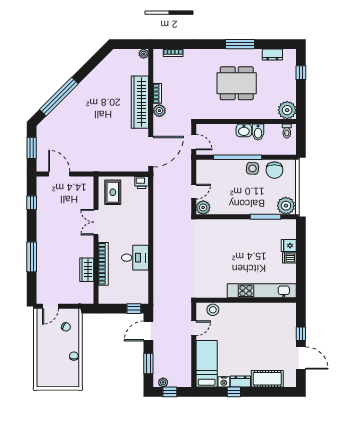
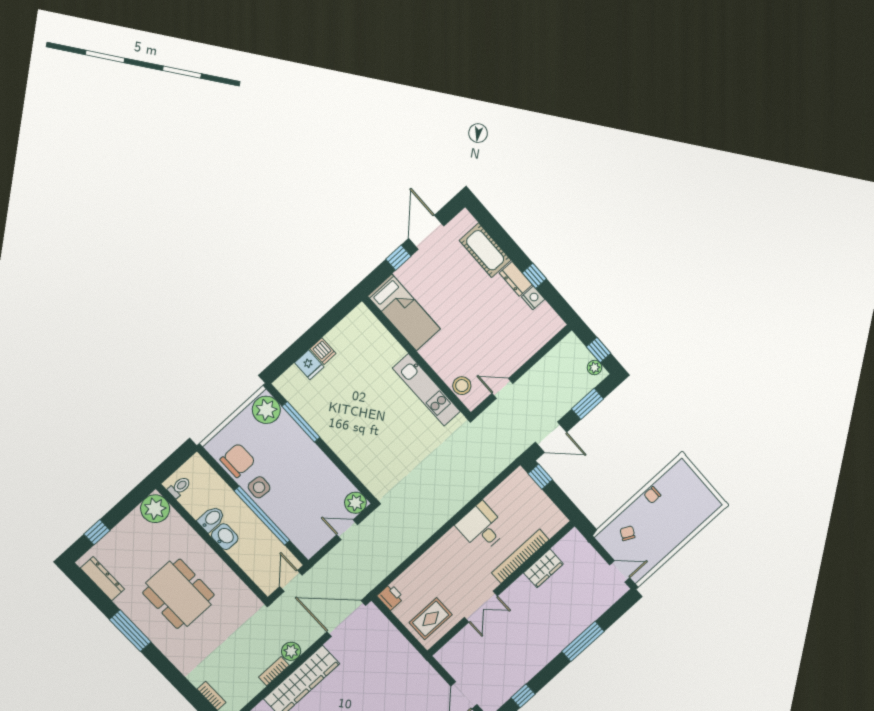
dresser: (272, 55) -> (102, 579), width x1.44
kitchen unit: (262, 291) -> (426, 390), moved, width x0.73
bed: (207, 364) -> (404, 313), moved, turned -90

